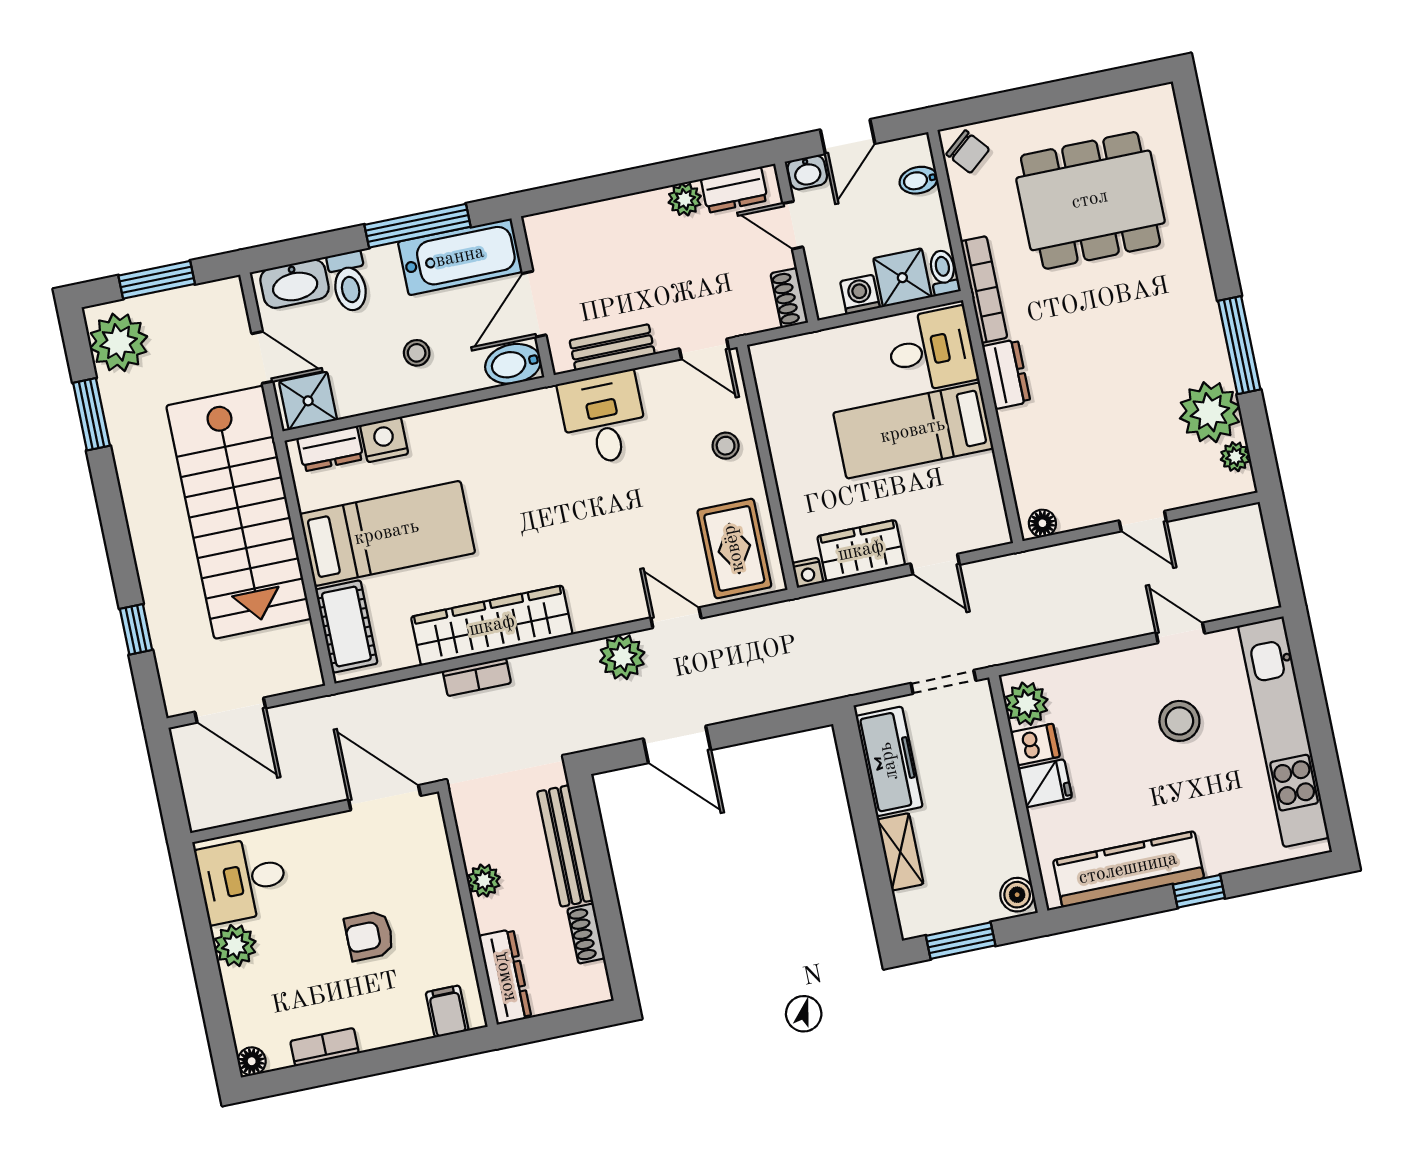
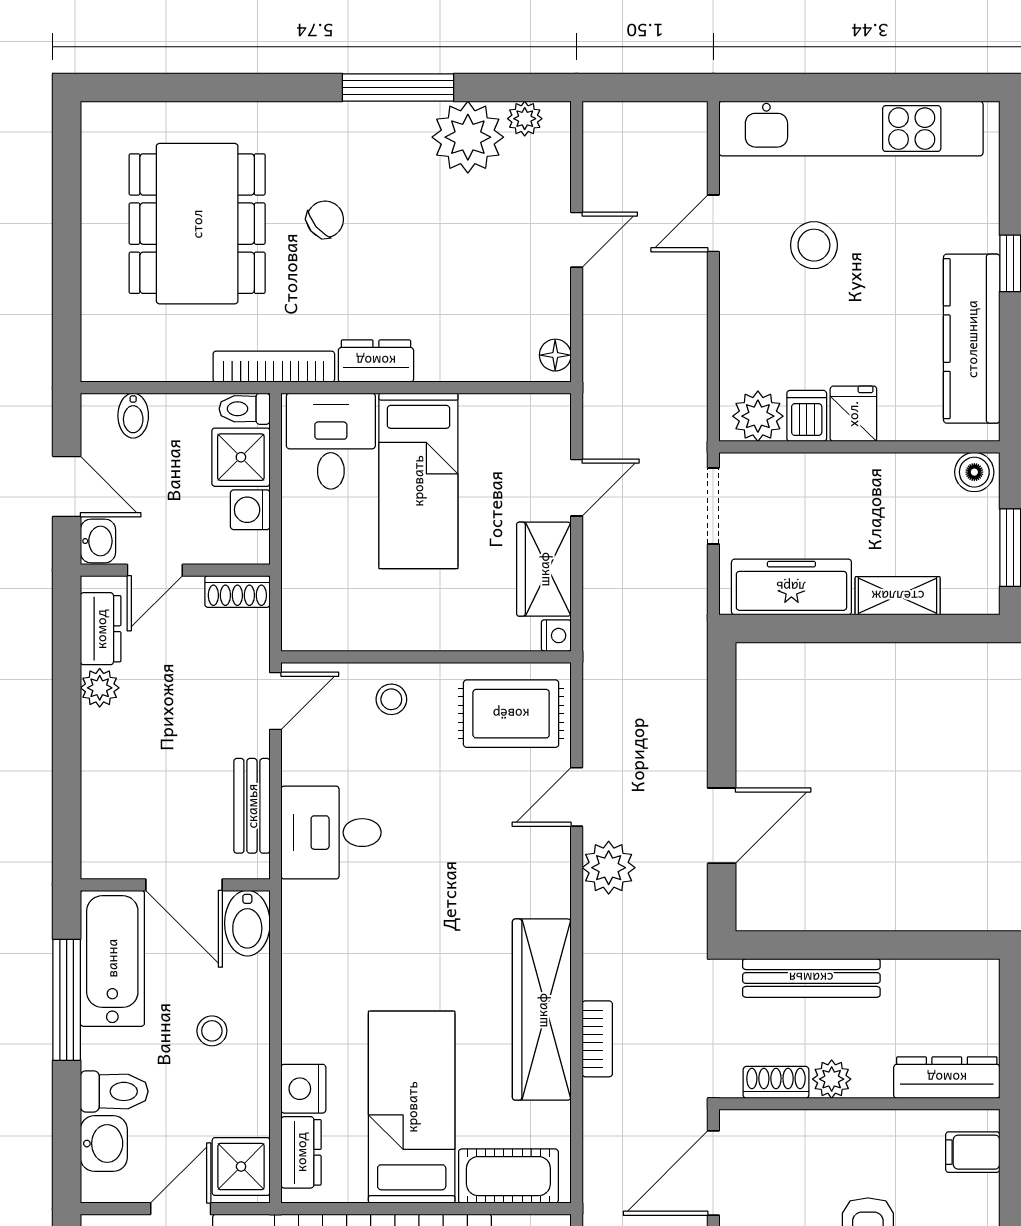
chair: (968, 152) -> (325, 219), moved
washbasin: (295, 284) -> (104, 1144), width x0.72
shoe rack: (586, 934) -> (776, 1082), moved, turned 180

